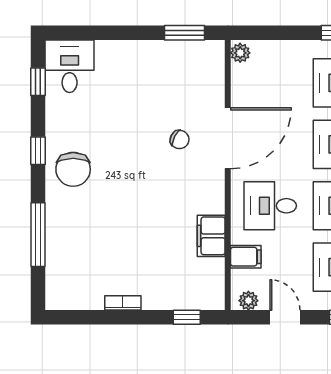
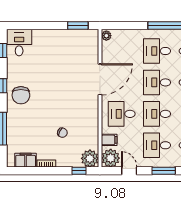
chair: (180, 139) -> (62, 133), moved
filing cabinet: (211, 236) -> (26, 160), moved, turned 90
plant: (208, 293) -> (90, 158), added
plant: (248, 301) -> (111, 158), width x1.88, depth x1.88

